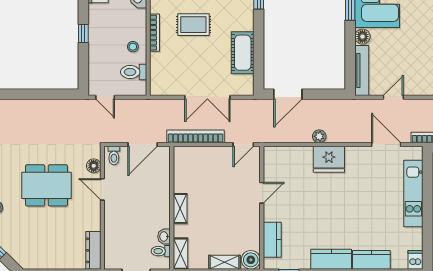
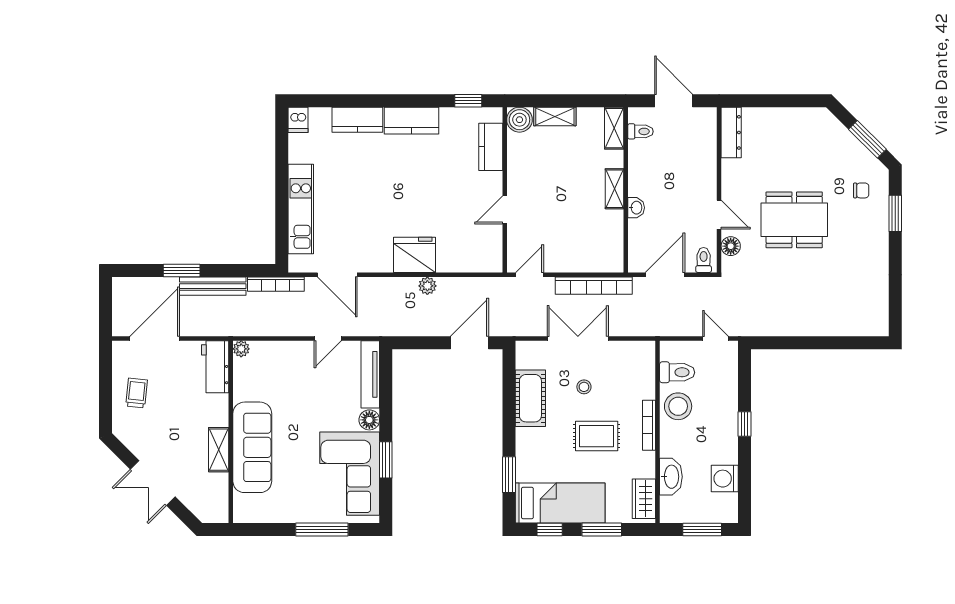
stool: (133, 47) -> (678, 406), width x1.89, depth x1.89
stool: (203, 61) -> (584, 387), added
washbasin: (164, 236) -> (636, 208), moved

